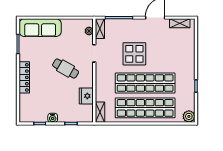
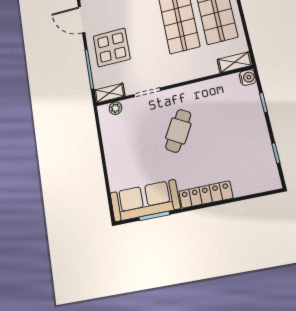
sofa: (40, 28) -> (145, 201), moved, turned -90
display table: (134, 54) -> (112, 47), moved
fridge: (86, 96) -> (214, 89), removed
water cooler: (53, 118) -> (248, 77), moved

